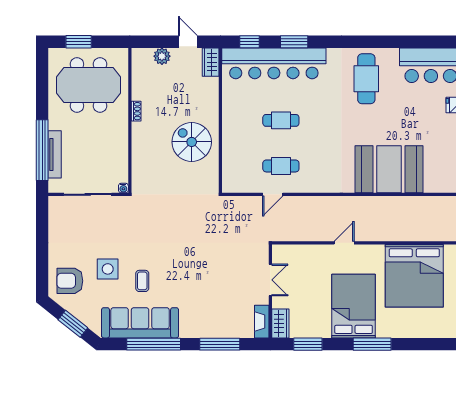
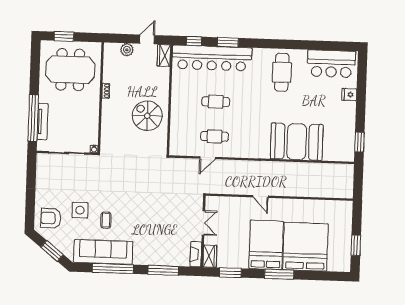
door: (188, 42) -> (147, 39), hinge flipped
door: (344, 243) -> (261, 197), swing flipped
bed: (414, 276) -> (305, 247), moved, turned 180

